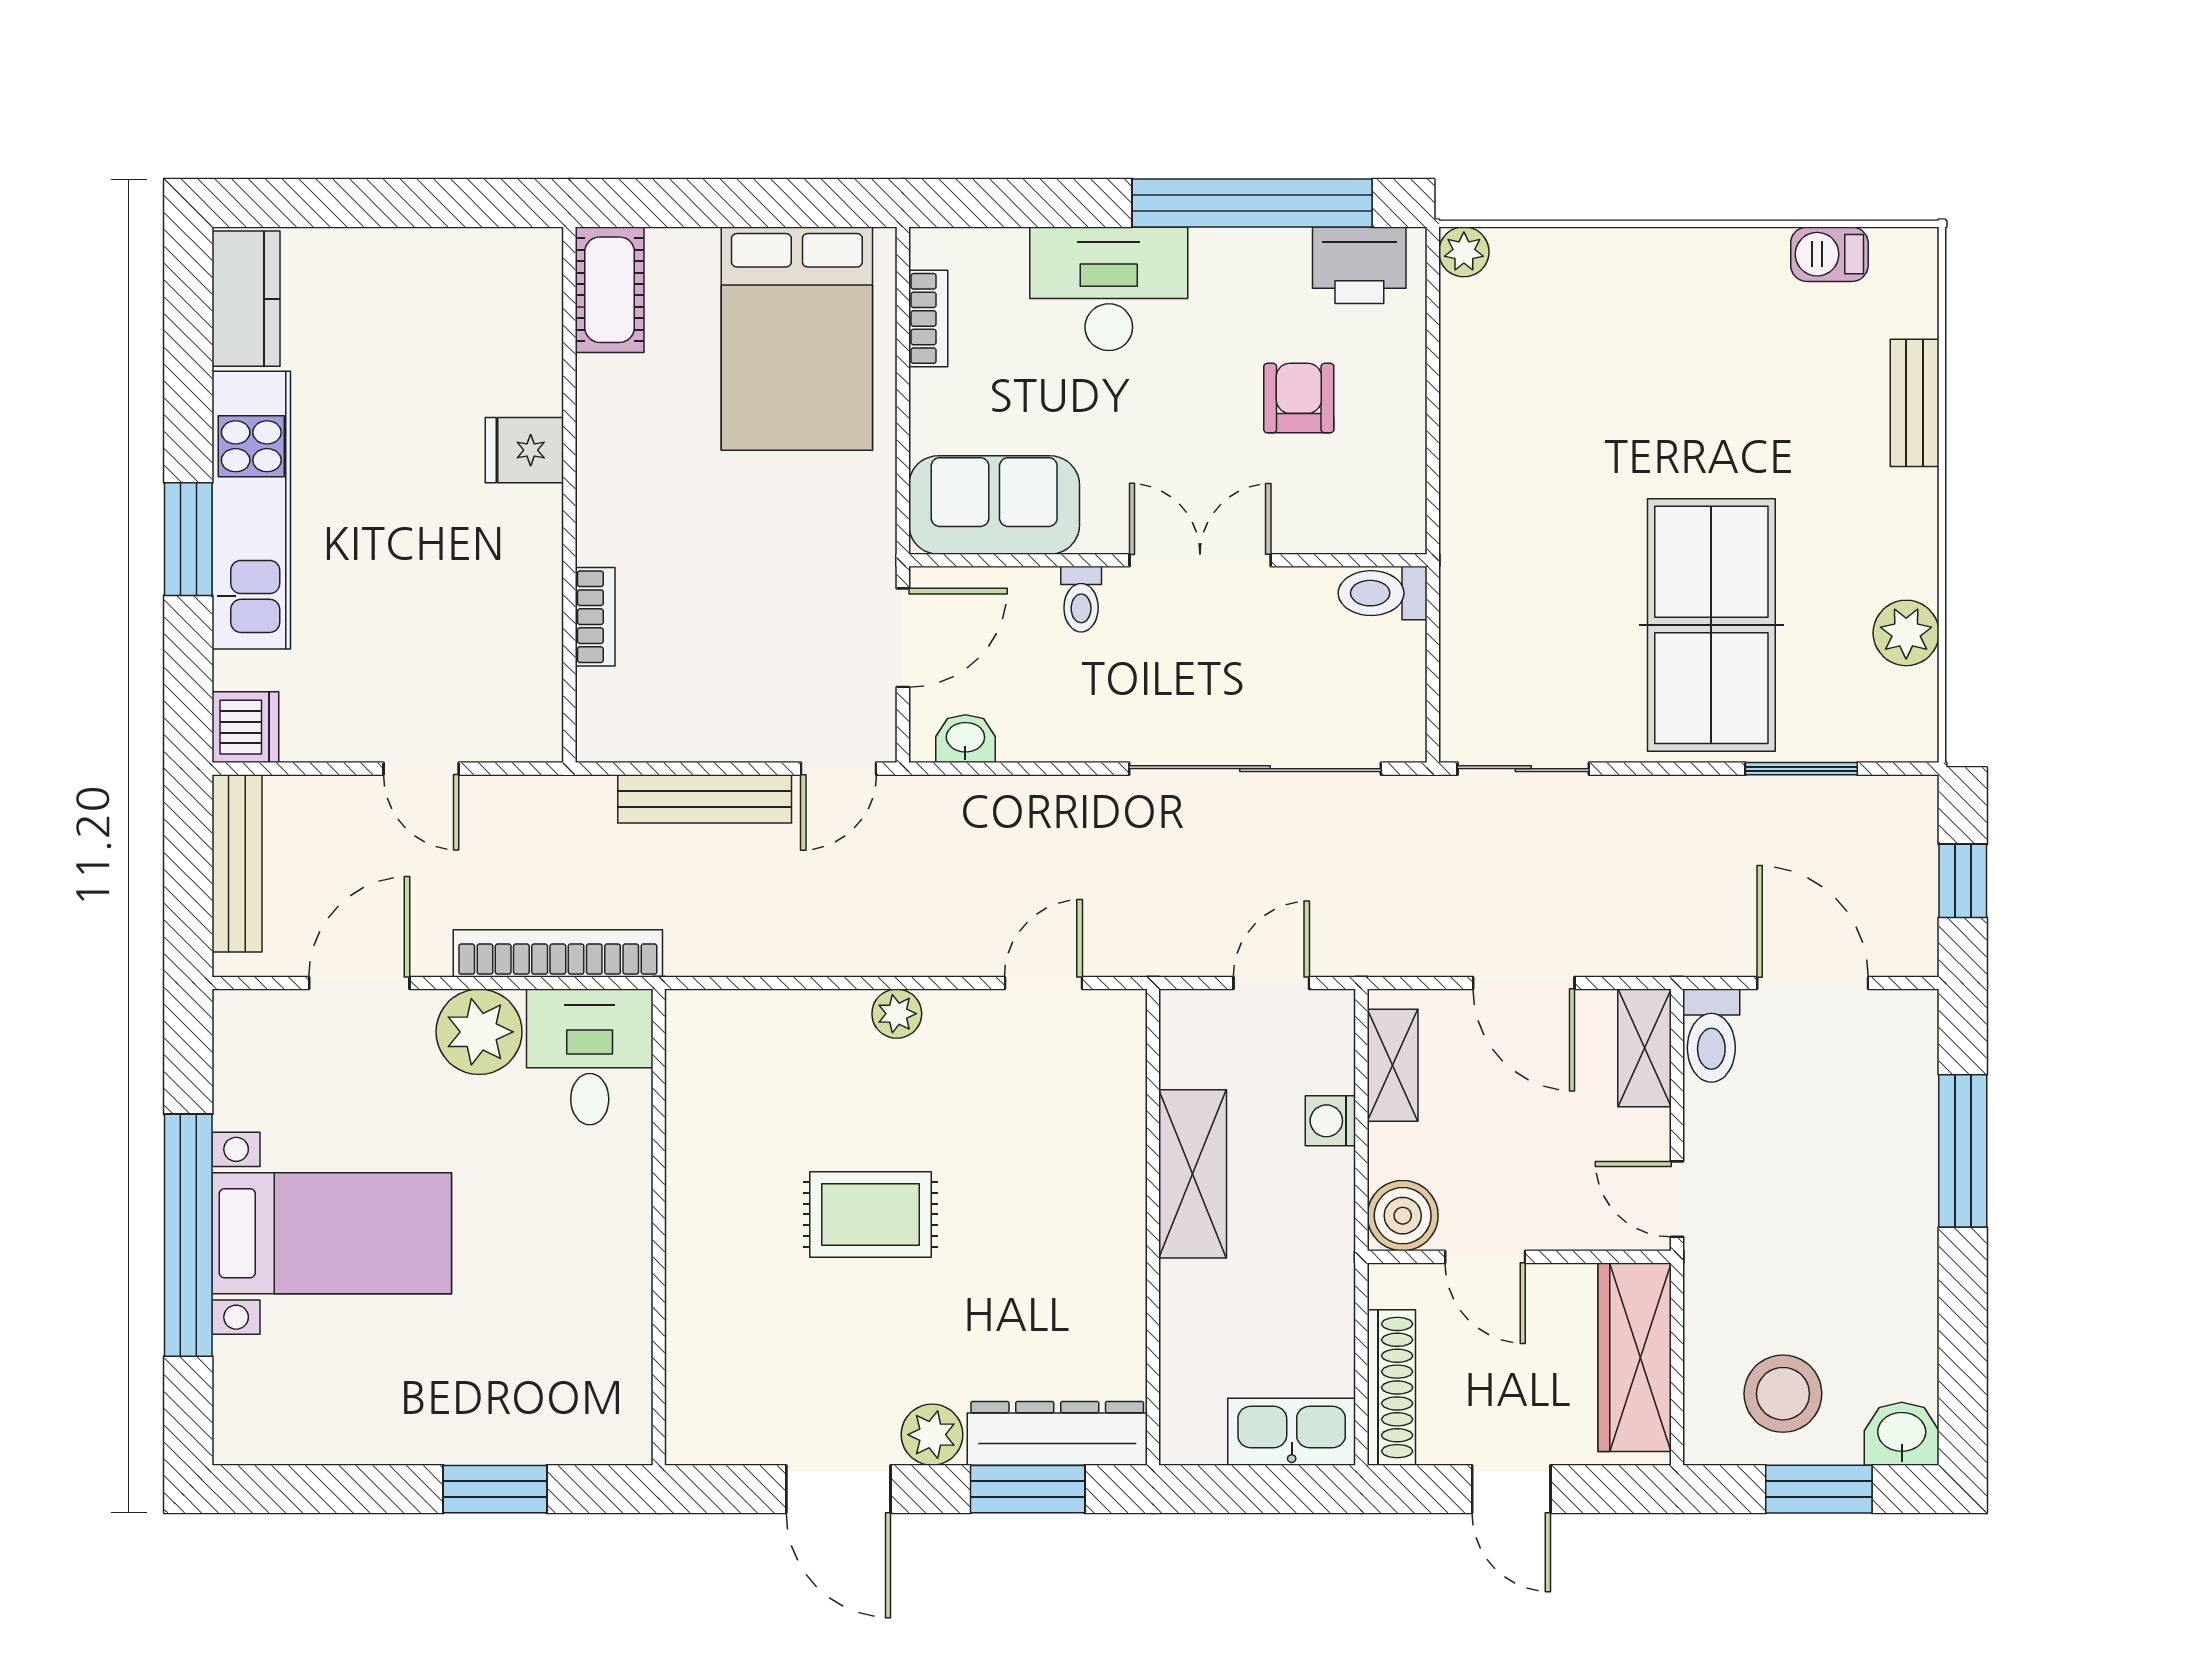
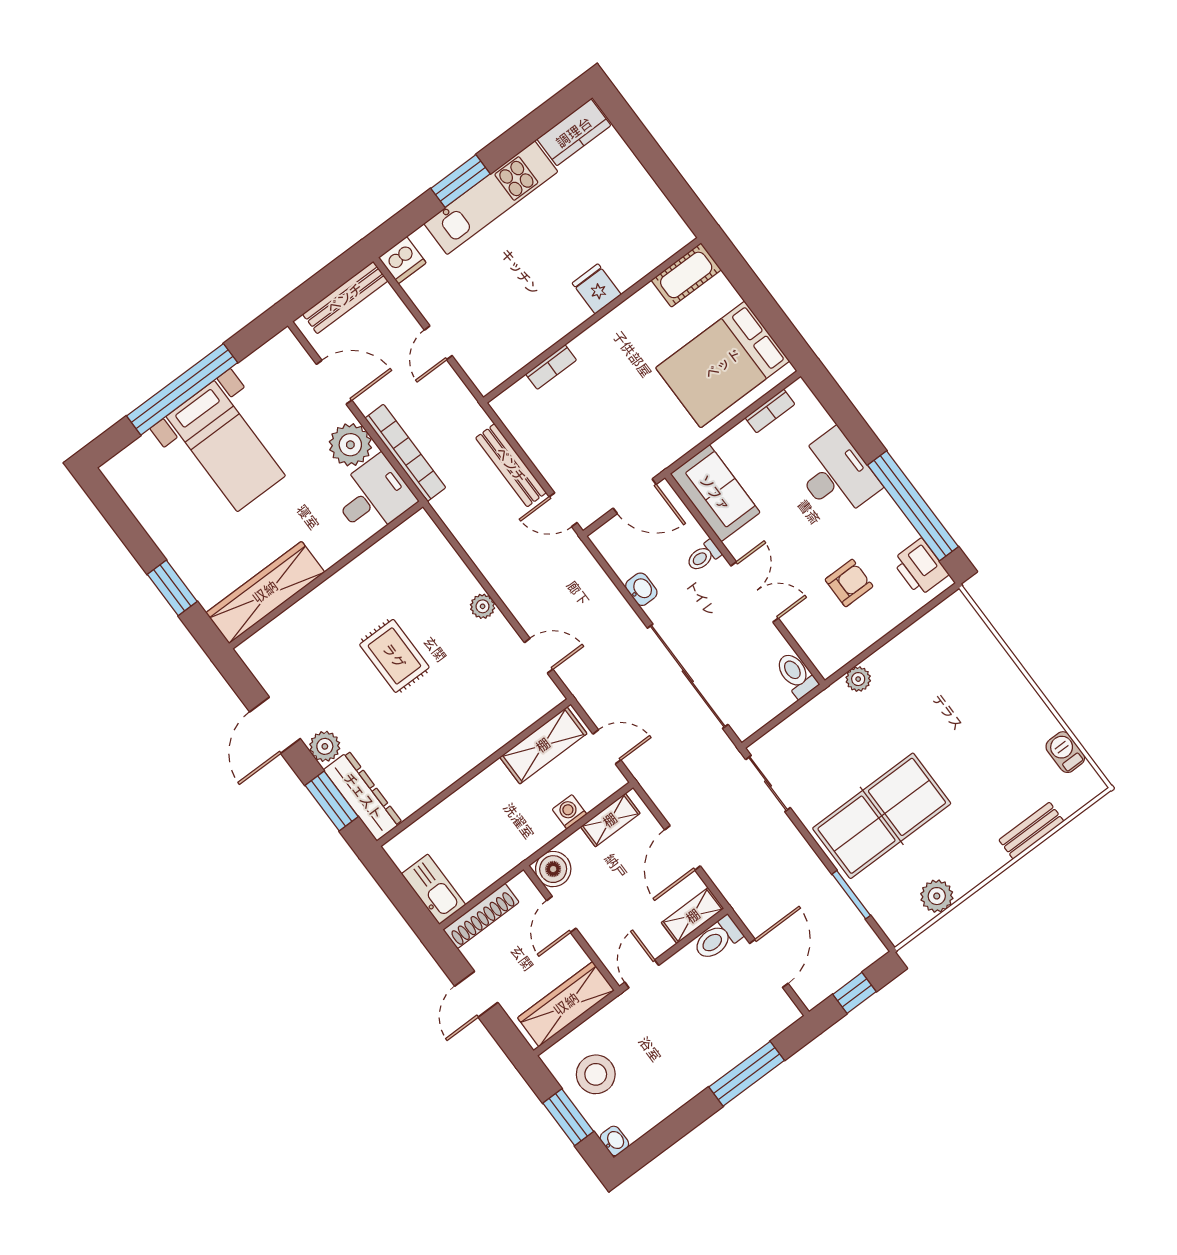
plant: (1464, 252) -> (858, 679), moved
washbasin: (965, 739) -> (641, 589), moved
shelving: (1193, 1174) -> (543, 745), moved
wardrobe: (614, 1345) -> (265, 592), added
washbasin: (1902, 1434) -> (614, 1141), width x0.72, depth x0.69

